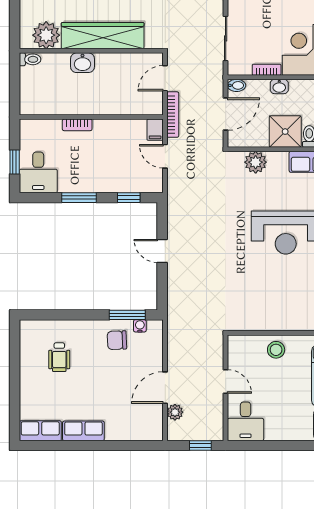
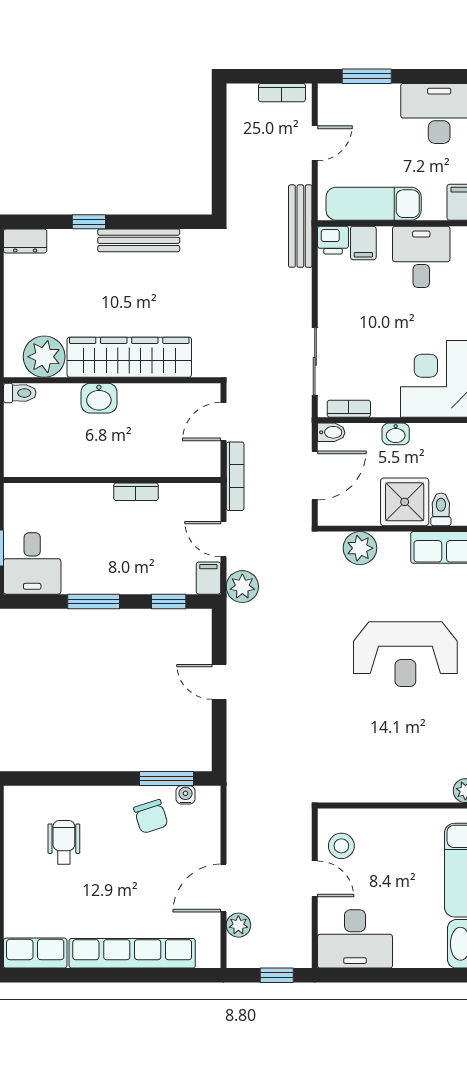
bookcase: (267, 70) -> (349, 409), moved
bookcase: (77, 125) -> (136, 492), moved
filing cabinet: (155, 130) -> (208, 578), moved, turned 180
plant: (178, 188) -> (242, 587), added
chair: (117, 340) -> (151, 817), turned -106
stool: (276, 350) -> (341, 846), moved
wheelchair: (59, 357) -> (64, 842), turned 180
desk: (246, 421) -> (355, 939), width x1.37
row of seats: (83, 431) -> (132, 953), width x2.02

